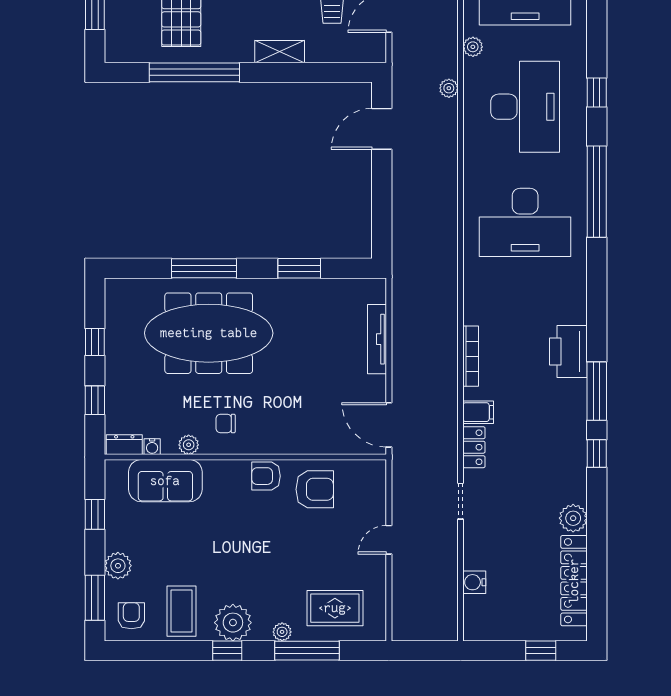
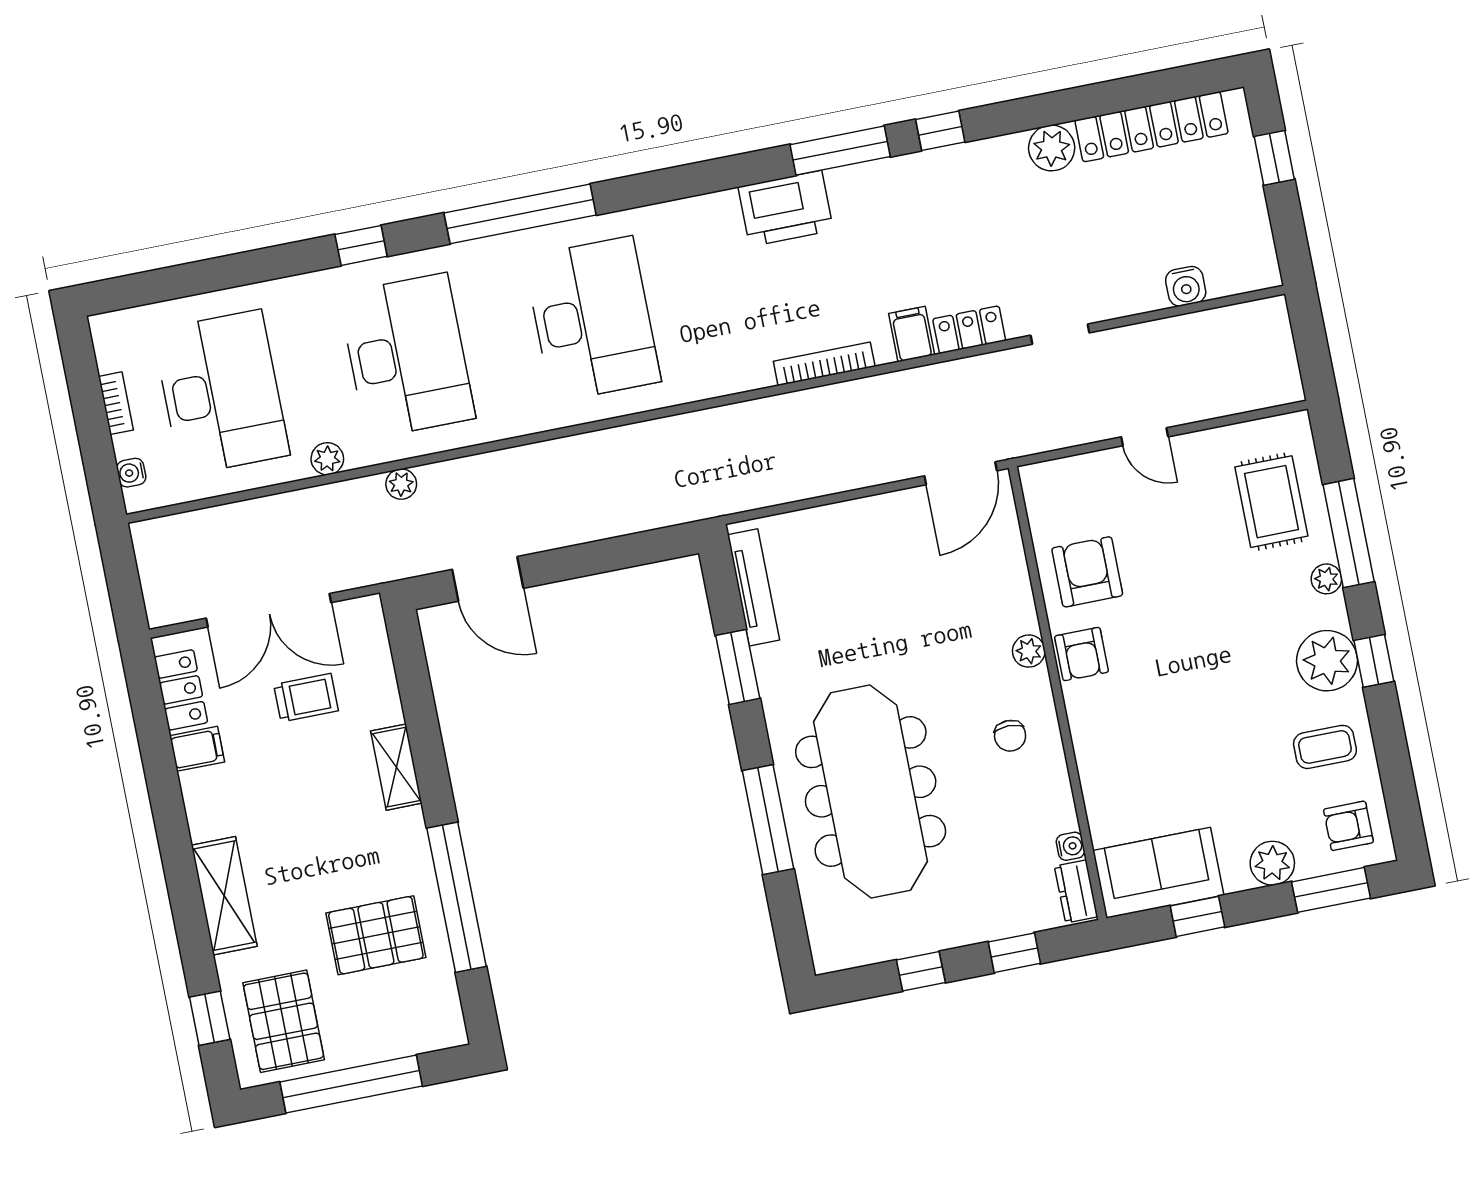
desk: (525, 107) -> (407, 356), turned 90
tv unit: (377, 339) -> (754, 587), moved, turned -90
plant: (189, 445) -> (1029, 651), moved
sofa: (165, 481) -> (1158, 873), moved, turned -90
coffee table: (181, 611) -> (1325, 747), width x0.73, depth x0.77

